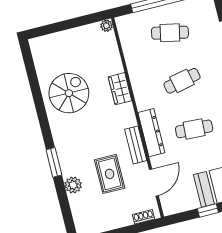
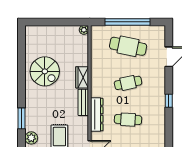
cafe table: (170, 33) -> (128, 46), width x1.37, depth x1.35
spiral stairs: (69, 93) -> (45, 71), turned 90
bench: (136, 145) -> (83, 102), moved

